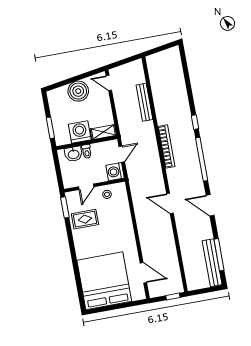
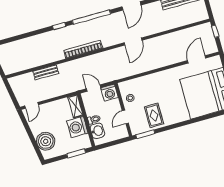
boiler: (78, 91) -> (46, 141), moved
bench: (144, 102) -> (46, 72), width x0.73
door: (86, 187) -> (125, 117), swing flipped

